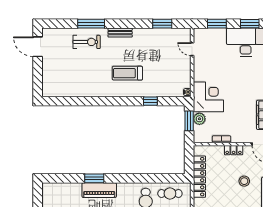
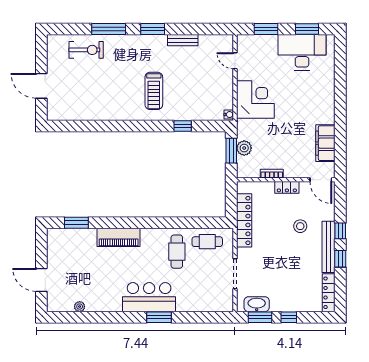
window: (162, 24) -> (153, 29), moved
bench: (120, 33) -> (183, 40), moved
exercise bike: (87, 42) -> (86, 50), moved
door: (38, 47) -> (41, 86), moved
treadmill: (127, 73) -> (154, 91), turned -90
corner desk: (208, 97) -> (255, 100), moved
window: (94, 178) -> (76, 223), moved

